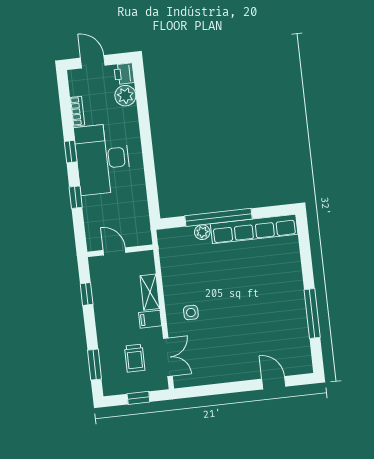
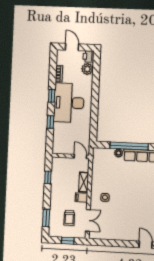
door: (115, 251) -> (80, 157), moved

